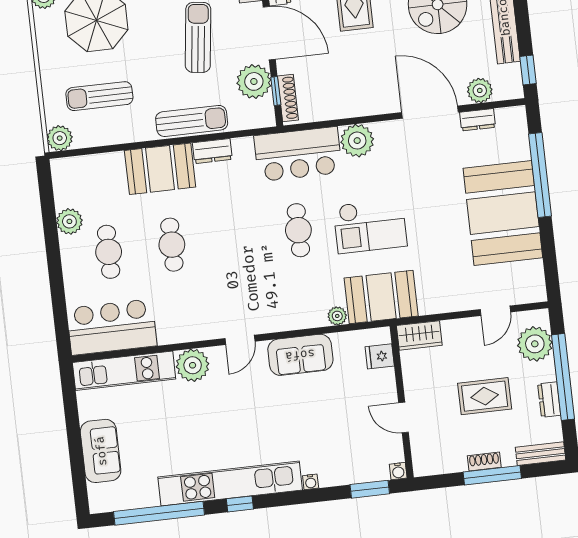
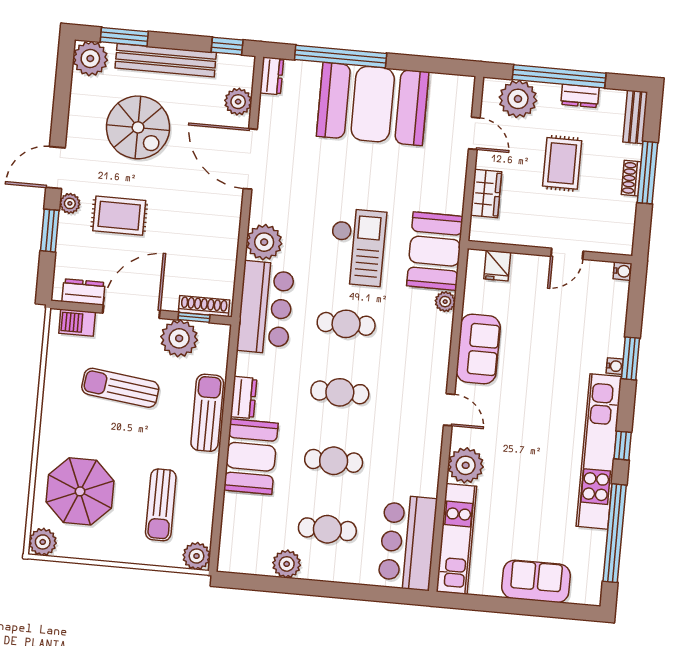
door: (430, 112) -> (250, 159), hinge flipped
dresser: (478, 120) -> (272, 76), moved
cafe table: (235, 237) -> (340, 392), added
wardrobe: (419, 335) -> (486, 194), moved
window: (370, 489) -> (631, 358), moved

